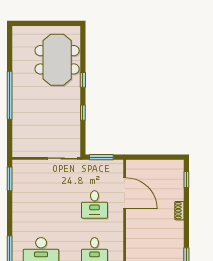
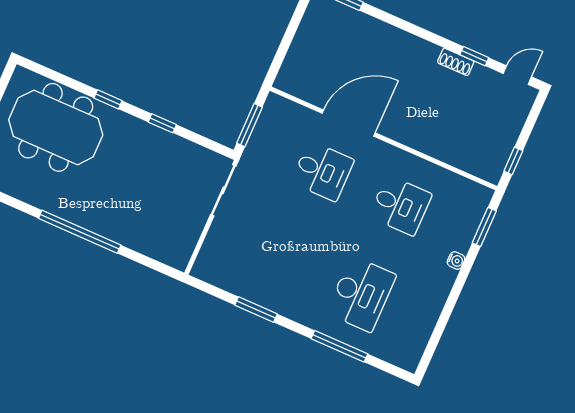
window: (10, 179) -> (256, 310), moved
door: (125, 193) -> (349, 123), moved
shoe rack: (179, 211) -> (456, 62), moved

